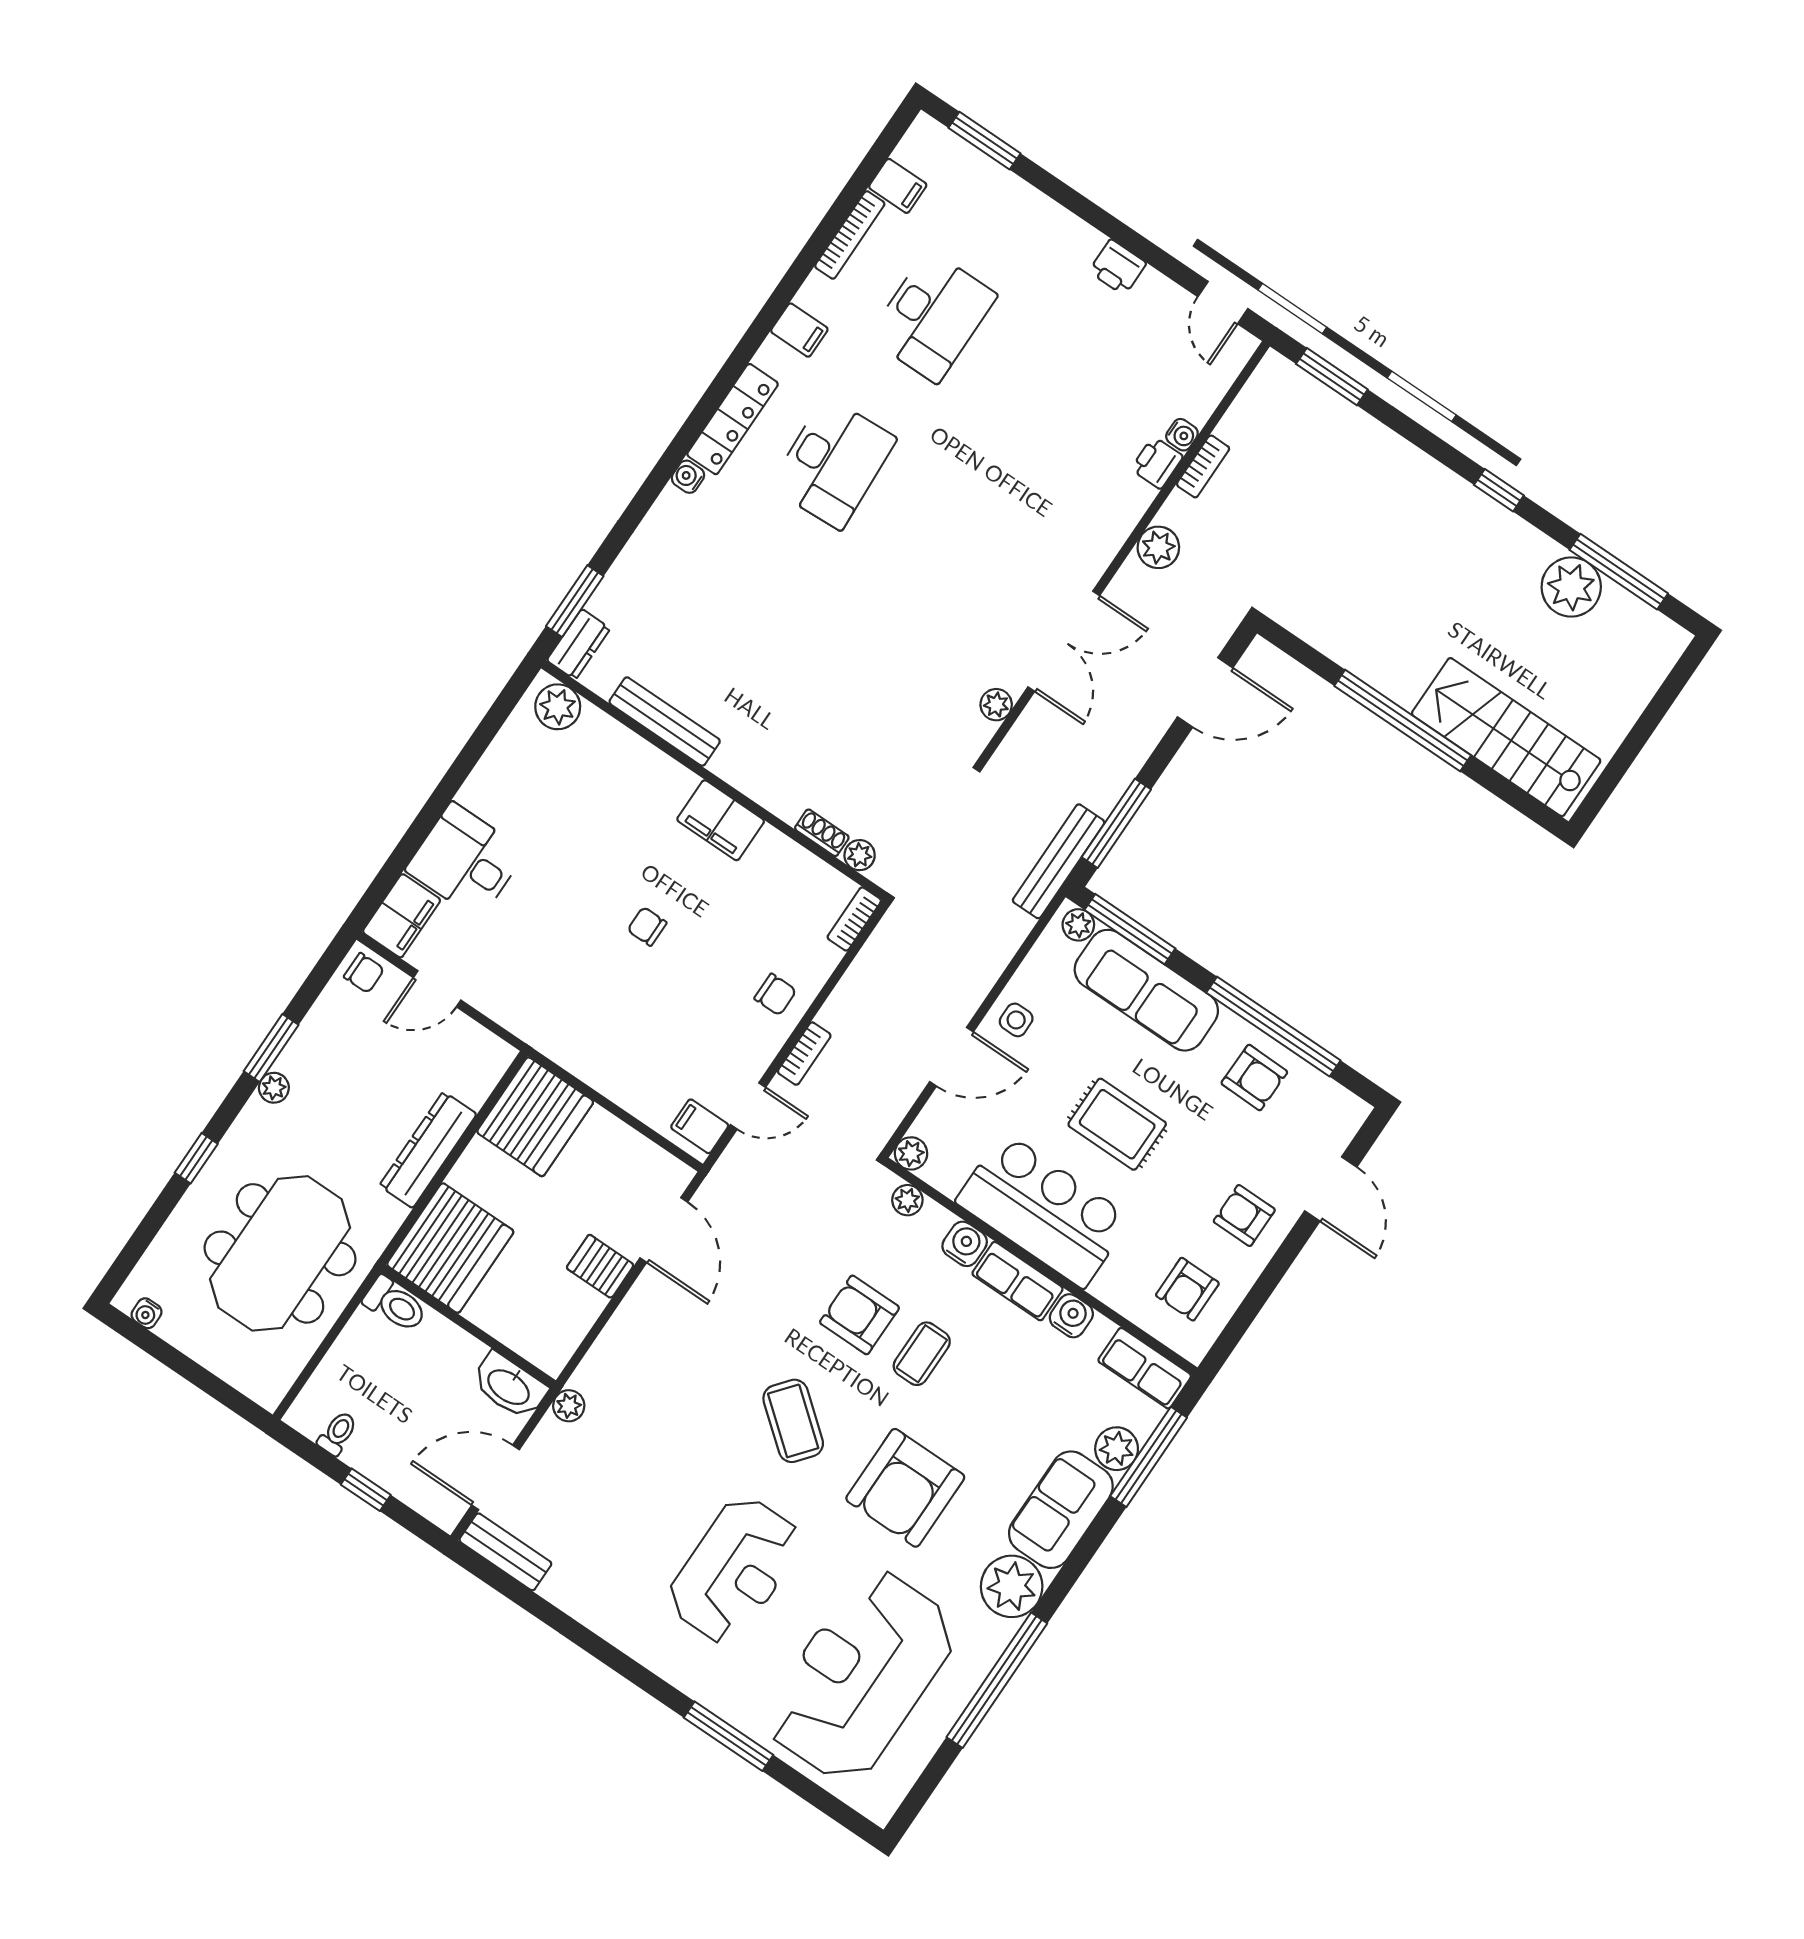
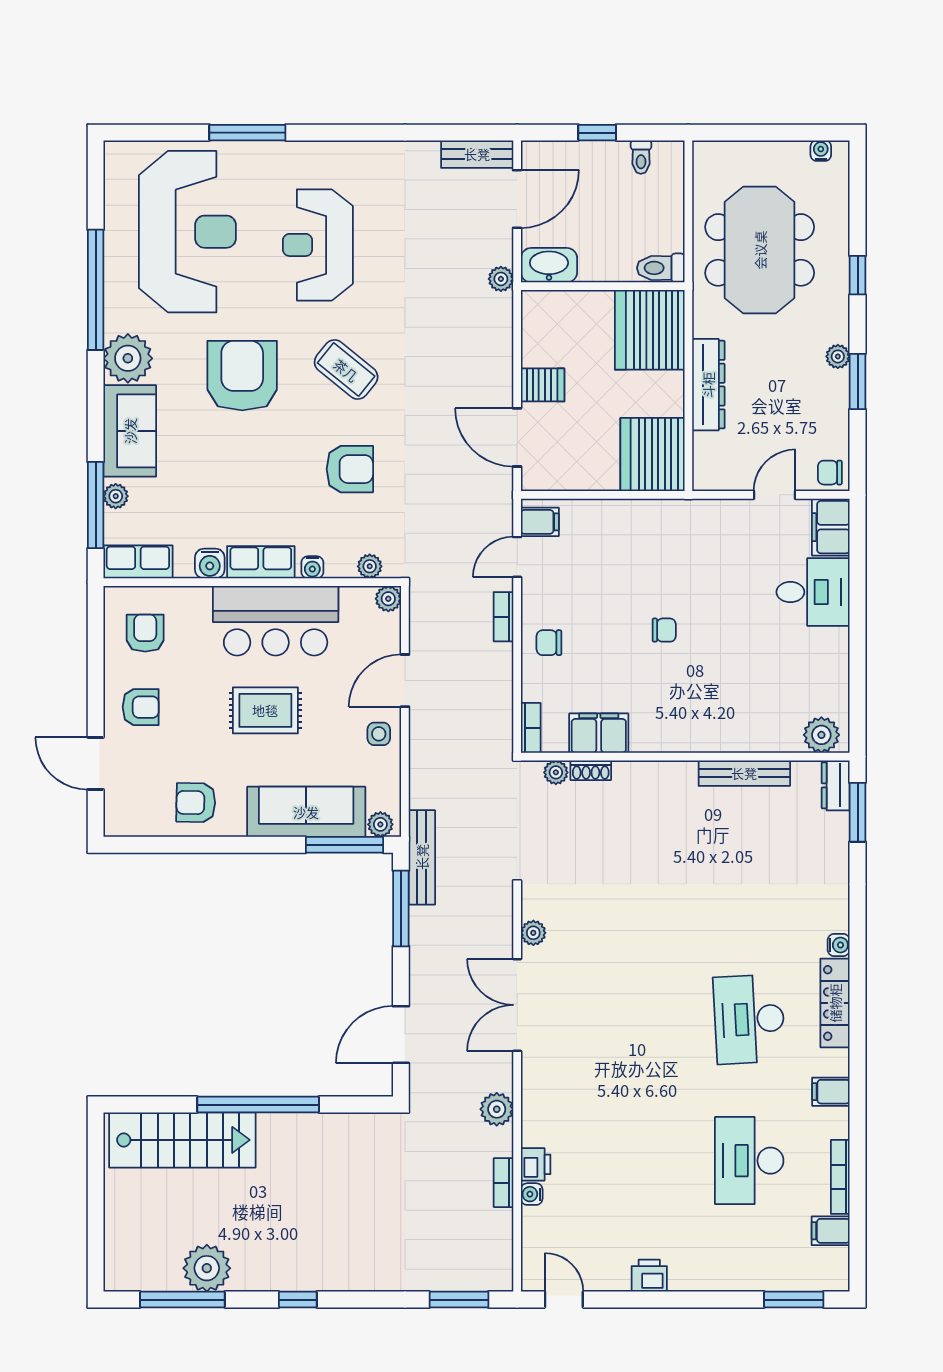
filing cabinet: (721, 820) -> (599, 733), moved
window: (1273, 1027) -> (206, 845), removed
water cooler: (965, 1244) -> (312, 567), width x0.72, depth x0.72
coffee table: (922, 1354) -> (291, 471), removed
plant: (1117, 1449) -> (116, 496), width x0.73, depth x0.73

